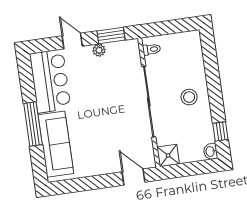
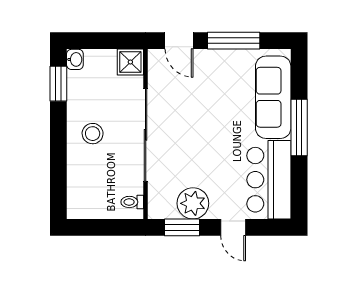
plant: (99, 50) -> (193, 203), width x1.87, depth x1.87
window: (220, 131) -> (58, 84), width x1.50
window: (92, 183) -> (234, 41), added

